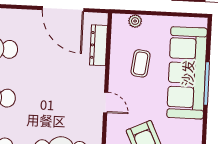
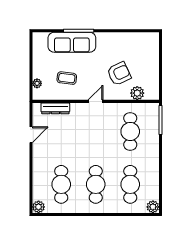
door: (63, 9) -> (31, 135), width x0.53
sofa: (187, 73) -> (72, 42), width x0.74, depth x0.79

